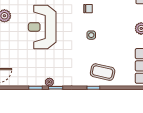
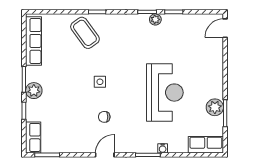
coffee table: (103, 72) -> (85, 33), turned 41

